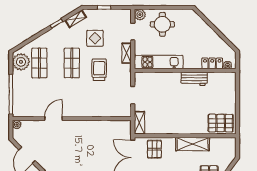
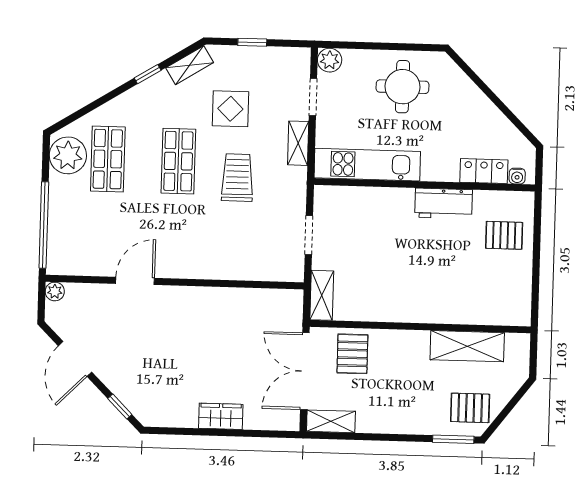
round table: (162, 24) -> (403, 87), moved
pallet: (221, 123) -> (504, 235), moved, width x0.67, depth x0.71
shelving: (193, 144) -> (467, 346), moved

